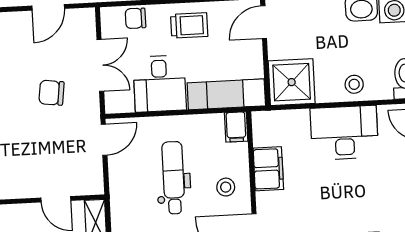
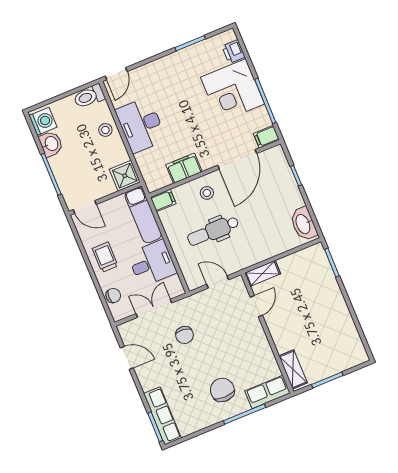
chair: (136, 18) -> (113, 296), turned -90
shower: (292, 82) -> (125, 176), width x0.73, depth x0.73
door: (104, 140) -> (218, 282), moved

